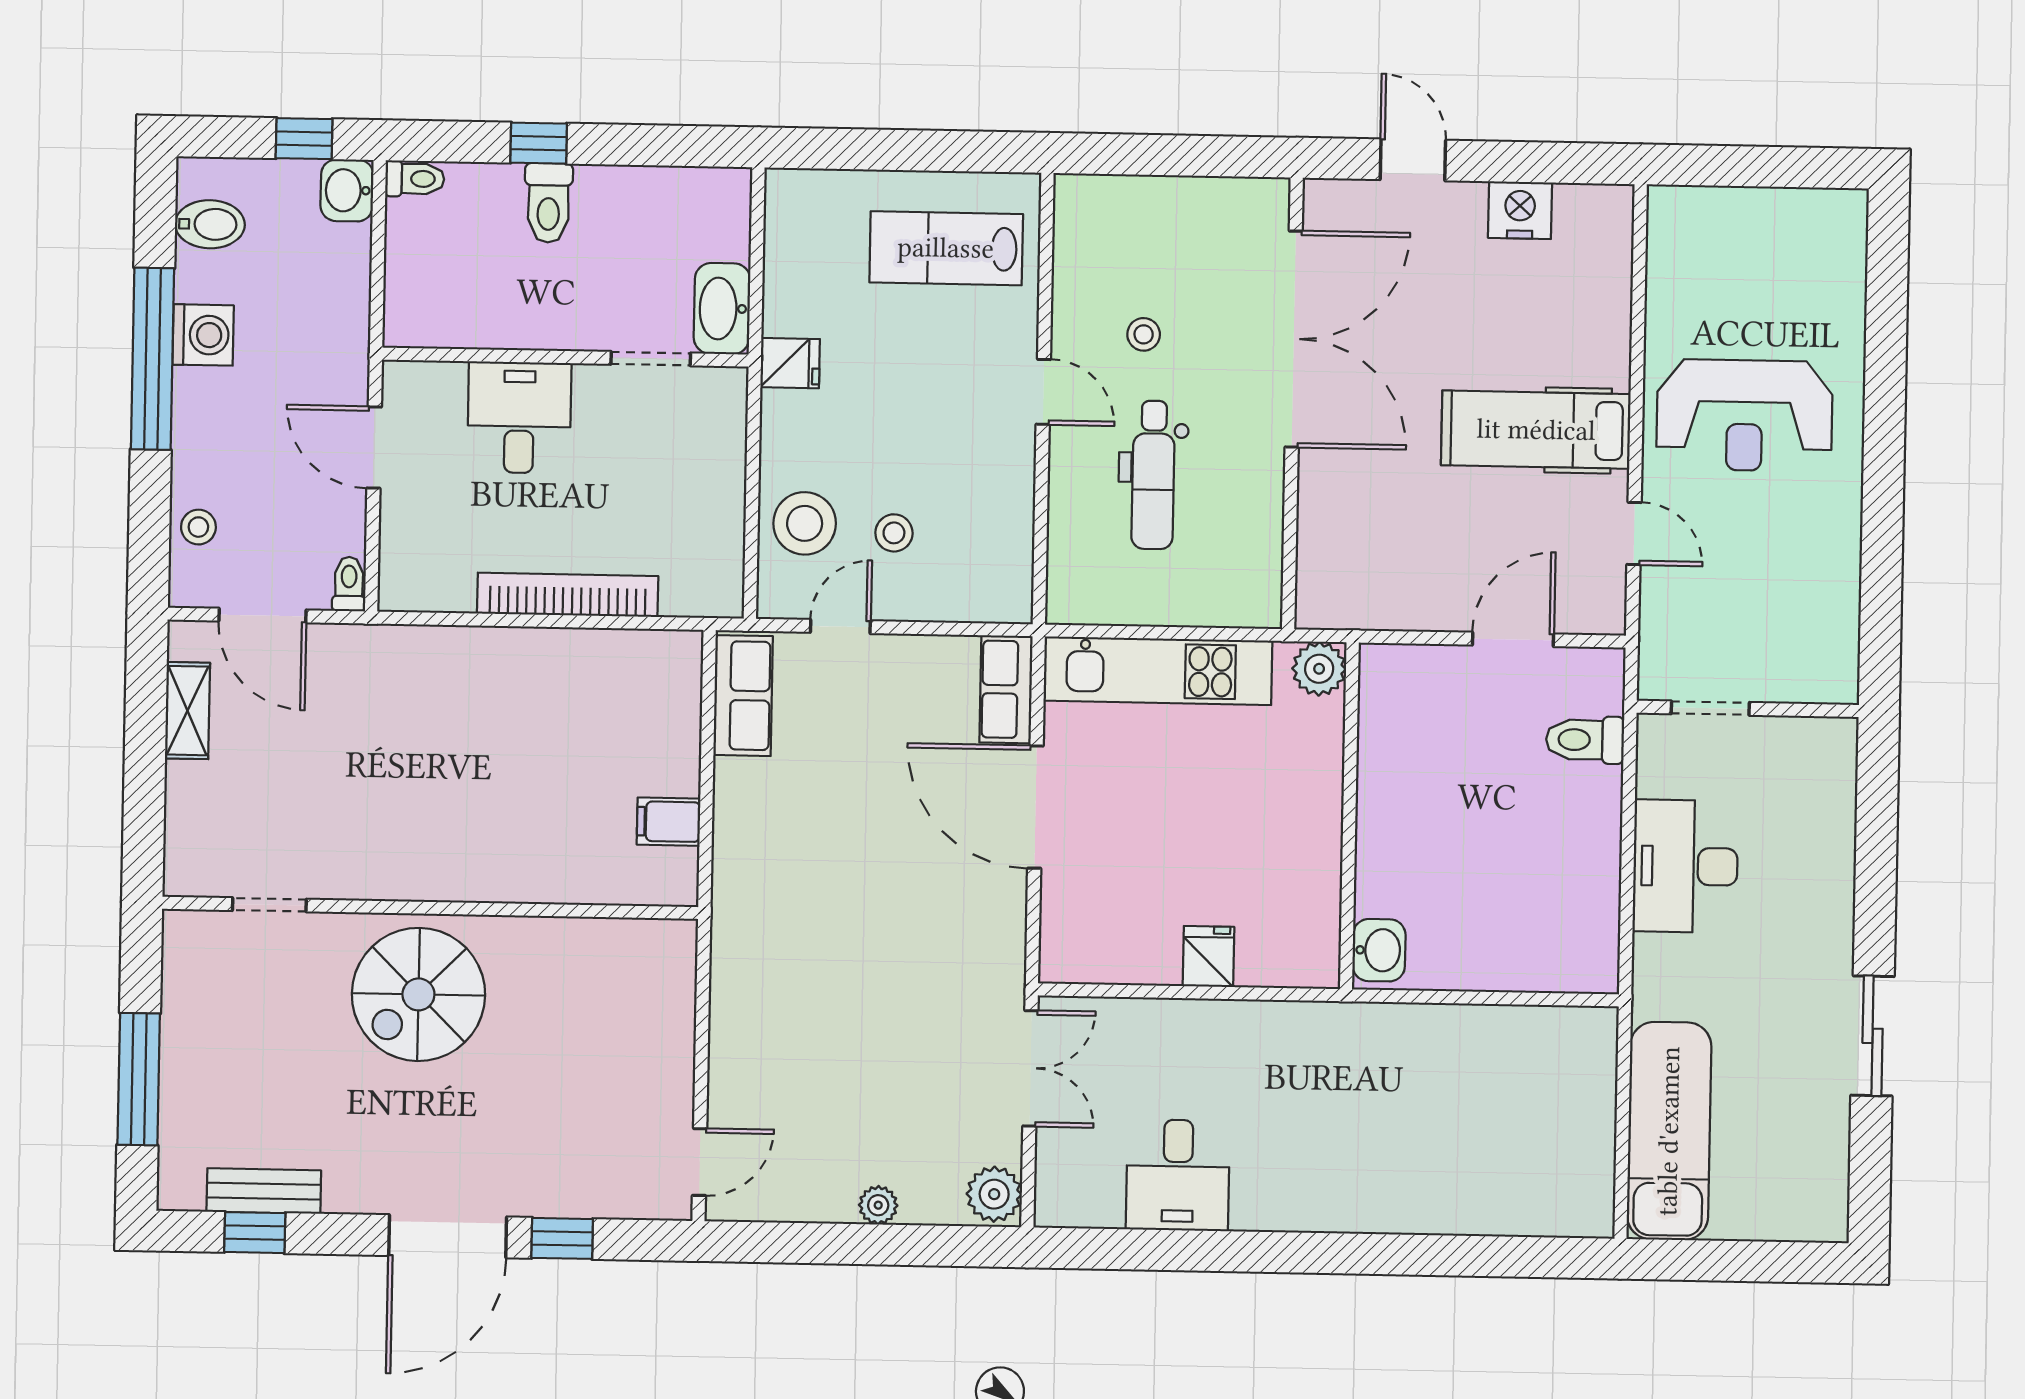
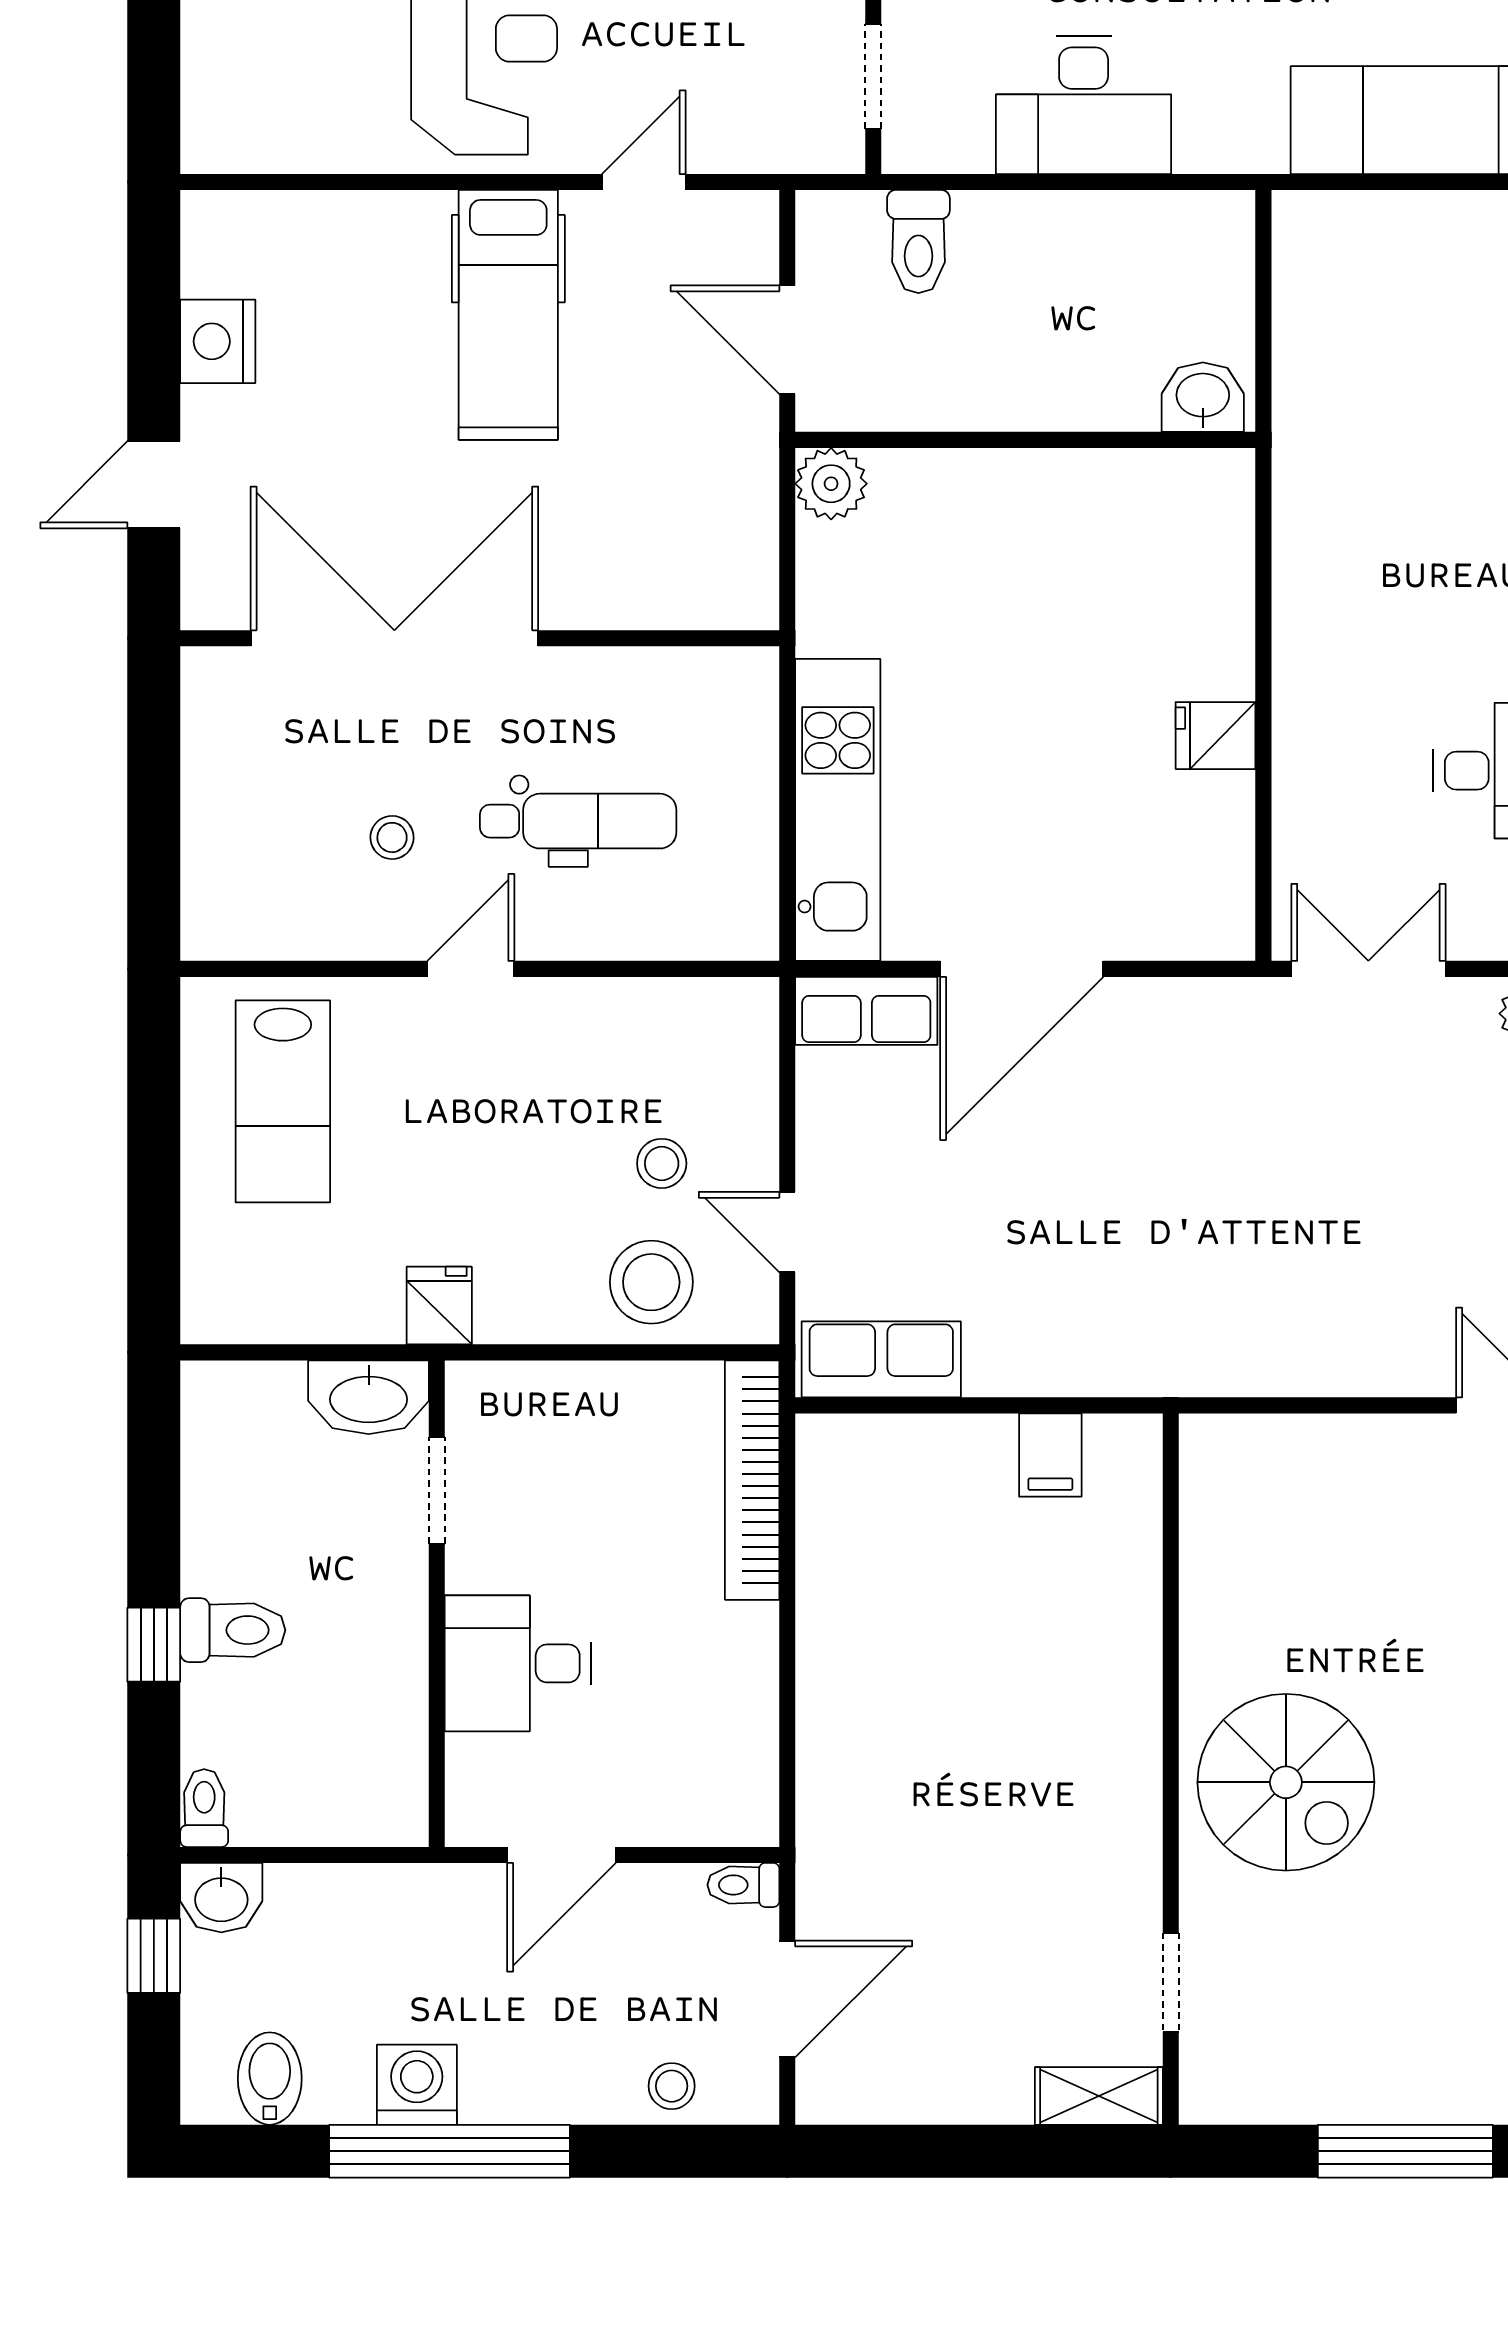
bookcase: (568, 595) -> (752, 1480), moved
plant: (1319, 669) -> (831, 484), moved
shelving: (187, 711) -> (1099, 2096), moved
wall: (1349, 816) -> (1025, 440), moved
washbasin: (1379, 950) -> (1203, 397), moved

